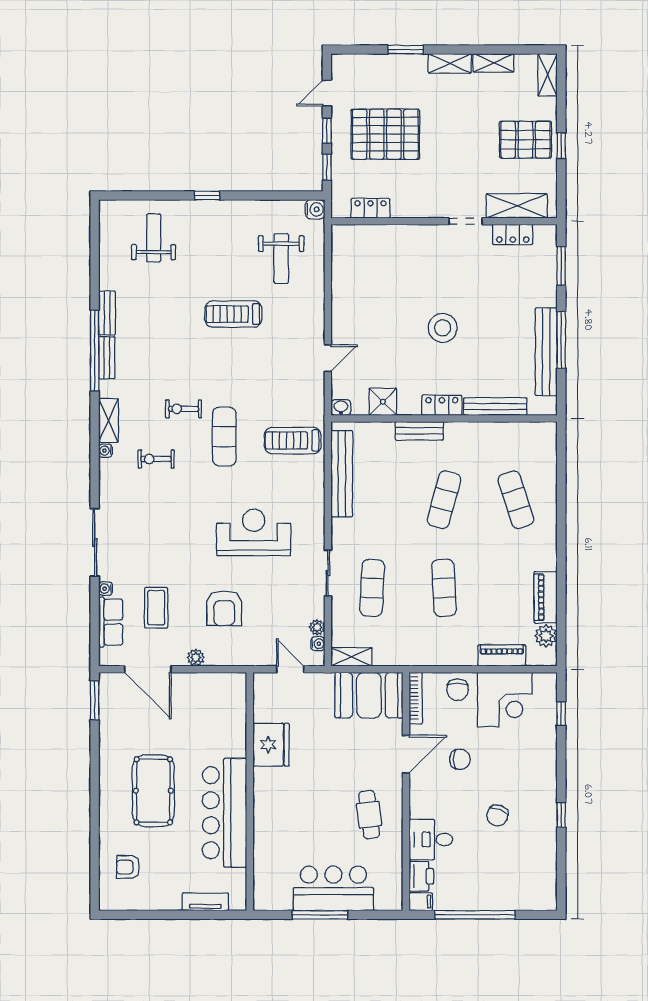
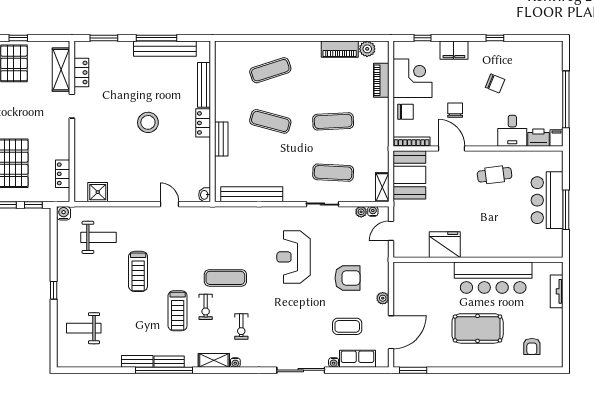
shower: (383, 402) -> (98, 192), moved
treadmill: (293, 441) -> (178, 311), moved
filing cabinet: (544, 758) -> (454, 50), added

